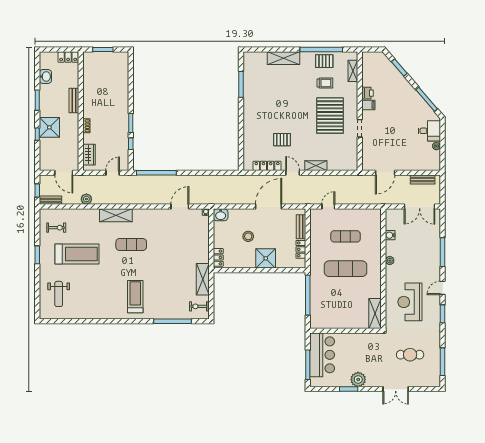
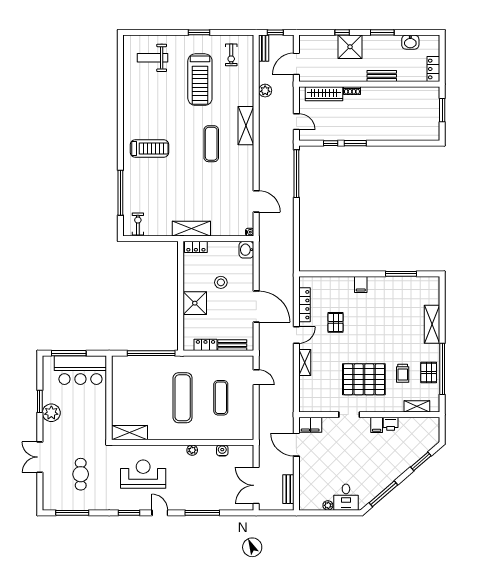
filing cabinet: (250, 118) -> (361, 284), added
wardrobe: (89, 155) -> (324, 94), width x1.50
filing cabinet: (368, 161) -> (310, 425), added
shelving: (203, 279) -> (191, 229), moved

